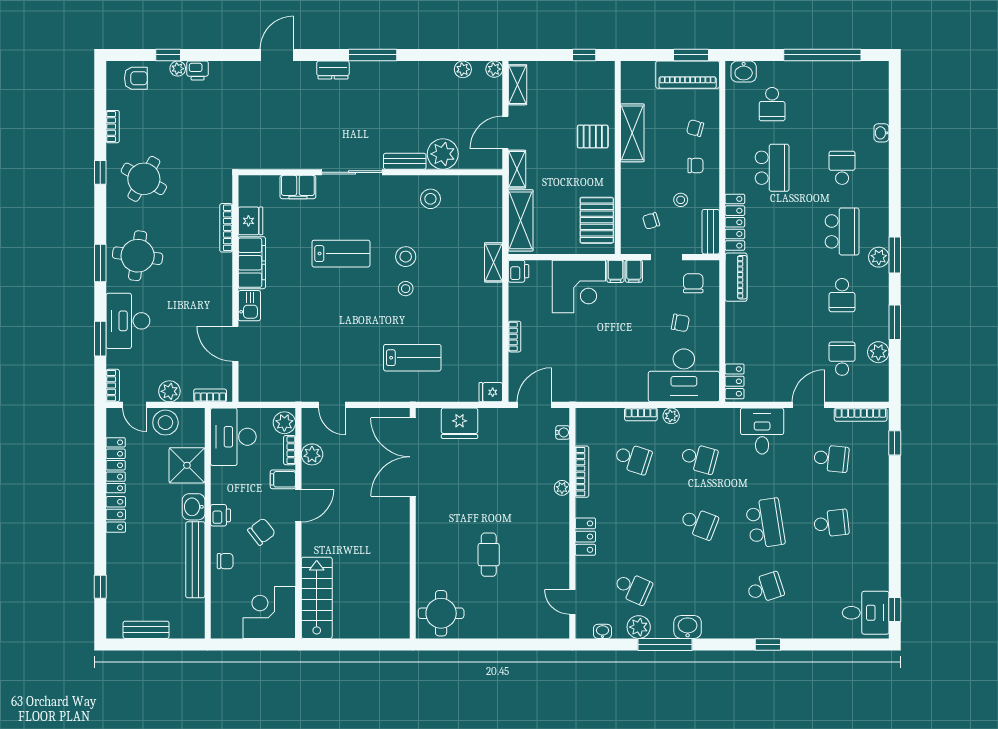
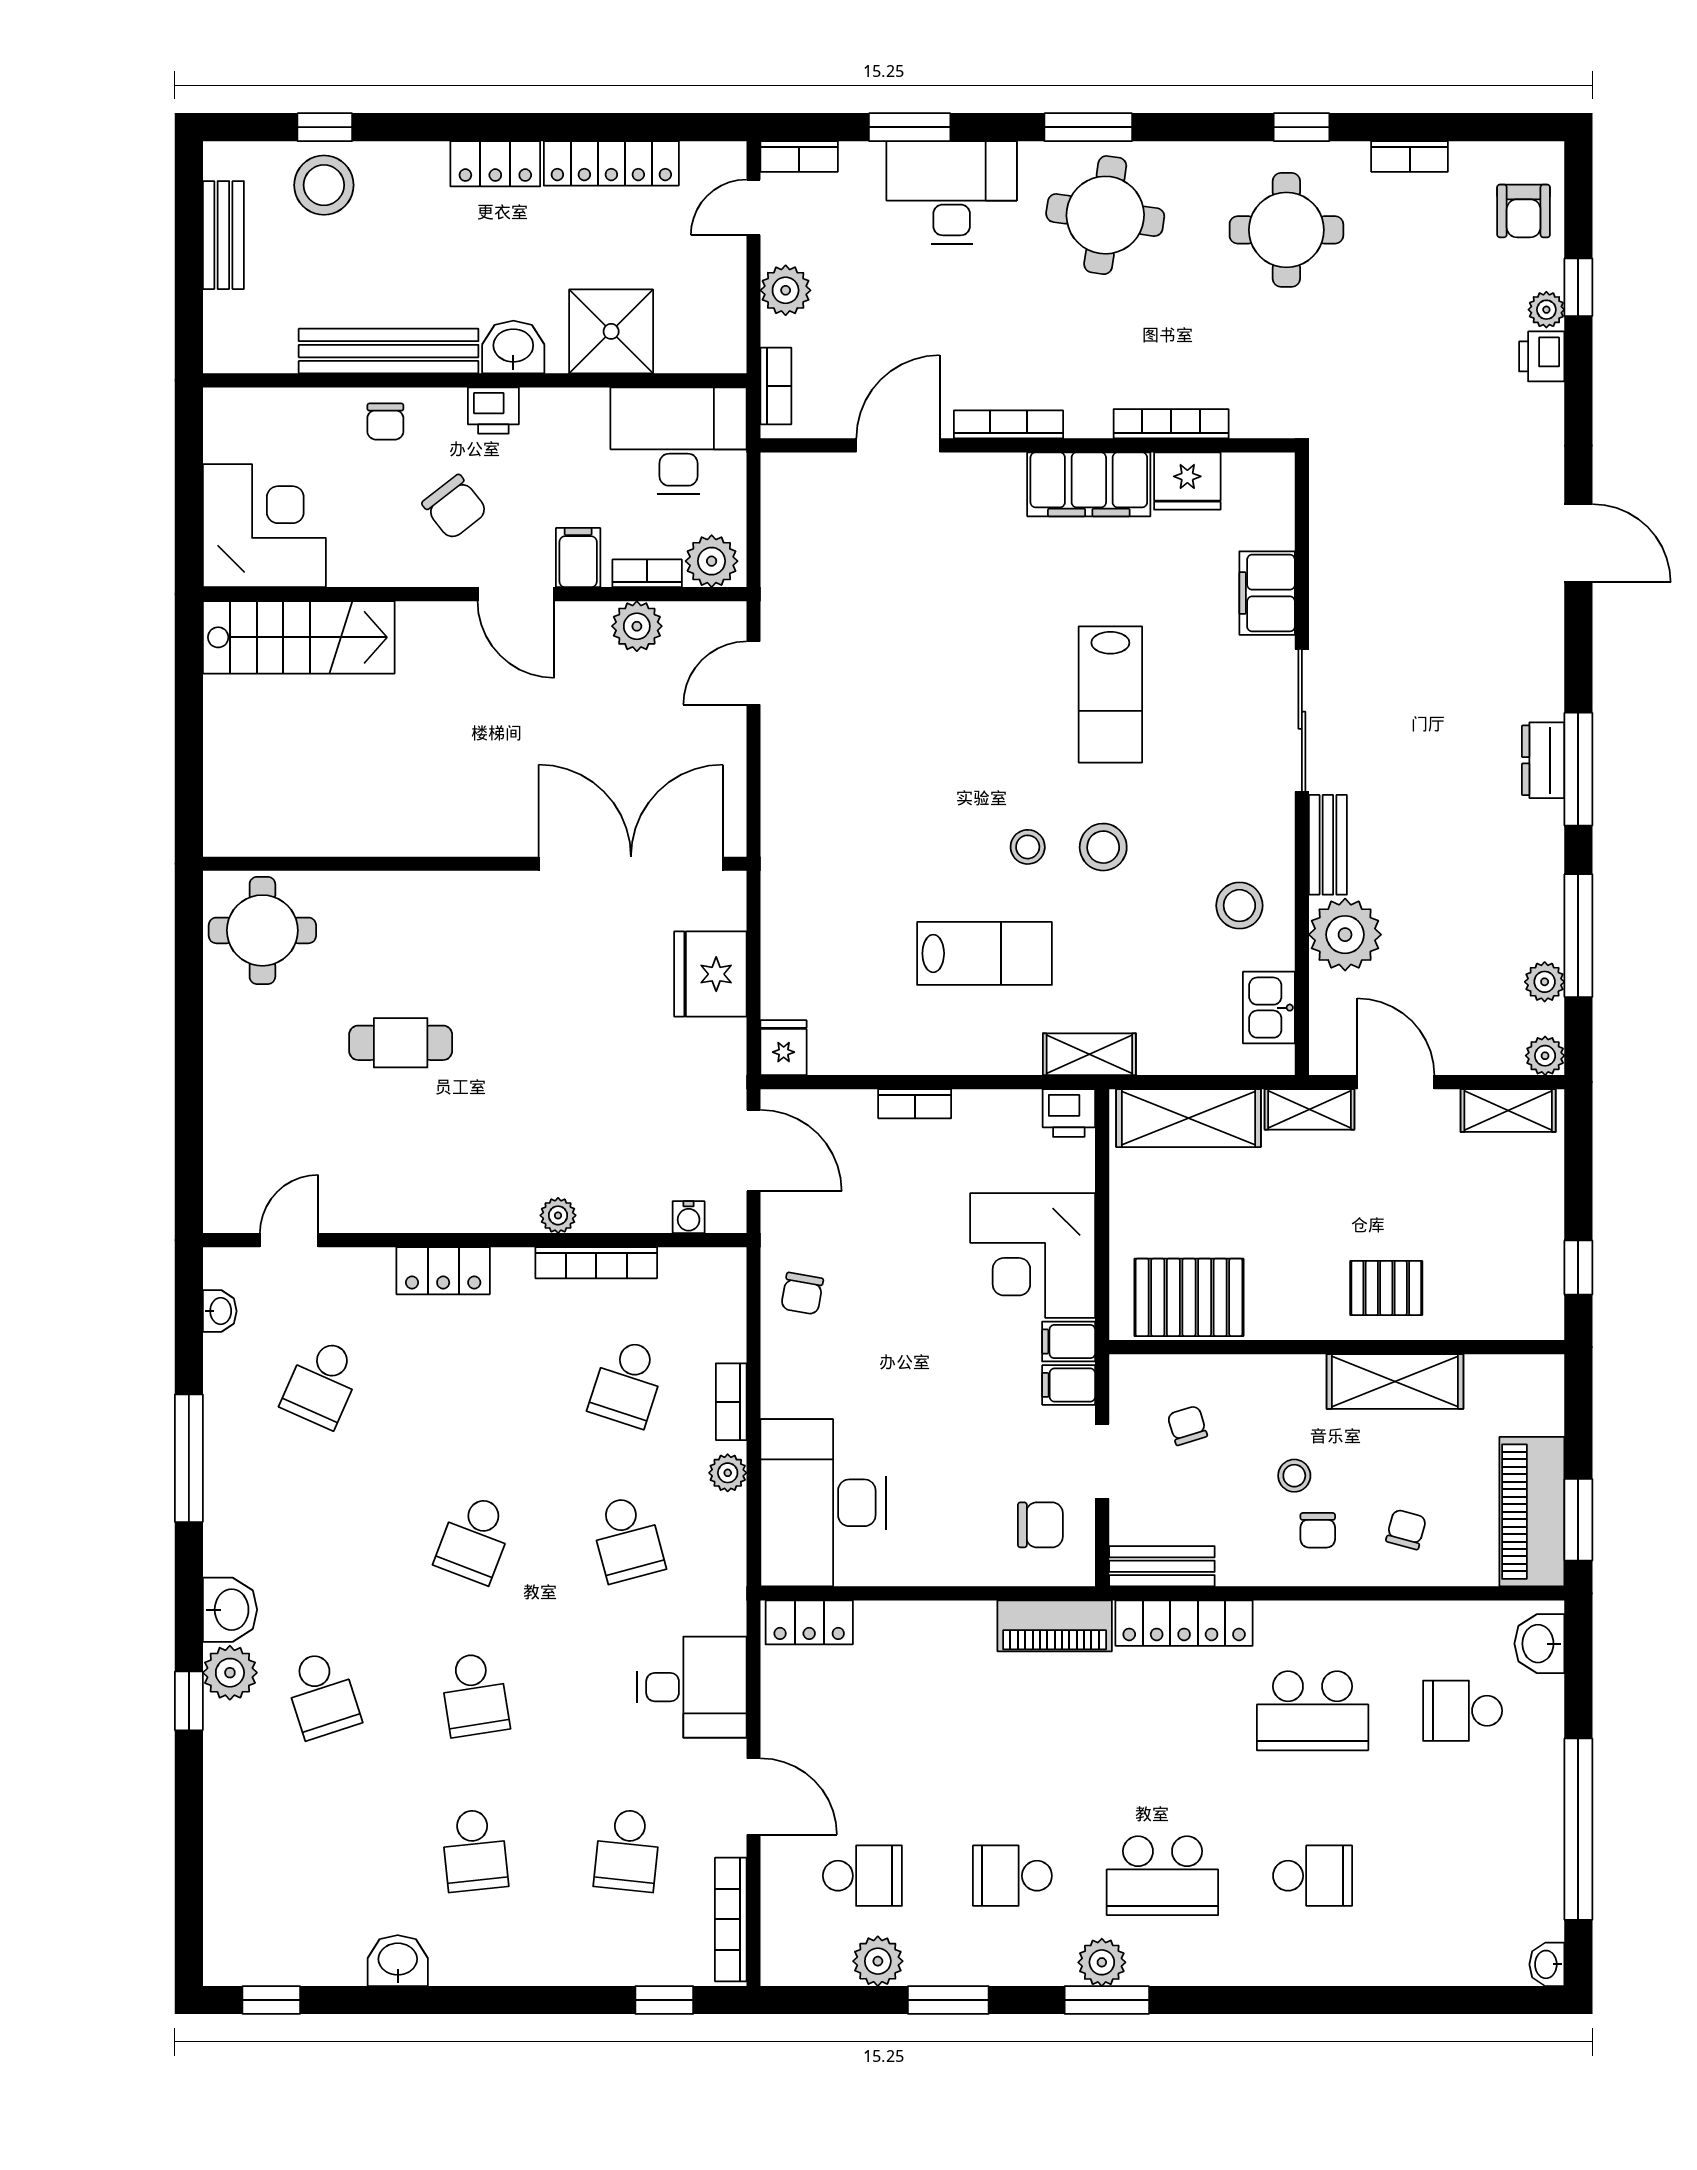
window: (443, 55) -> (1578, 936), added
dresser: (333, 70) -> (1543, 760), moved
washbasin: (881, 133) -> (1547, 1964), moved, turned -90
pallet: (593, 137) -> (1386, 1288), turned 90
round table: (144, 179) -> (1286, 230), turned -30
stool: (681, 200) -> (1294, 1476), moved
bookcase: (226, 297) -> (1009, 424), added
kitchen sink: (249, 306) -> (1269, 1008), moved, turned 90
chair: (680, 323) -> (802, 1294), moved
lab bench: (412, 358) -> (984, 953), moved, turned -90
stool: (165, 423) -> (324, 185), moved
school desk: (699, 458) -> (627, 1539), turned -30
school desk: (765, 523) -> (475, 1695), width x0.54
washbasin: (878, 556) -> (398, 1961), added
desk: (866, 613) -> (264, 1931), removed
plant: (639, 627) -> (230, 1673), moved
washbasin: (688, 627) -> (230, 1610), moved

